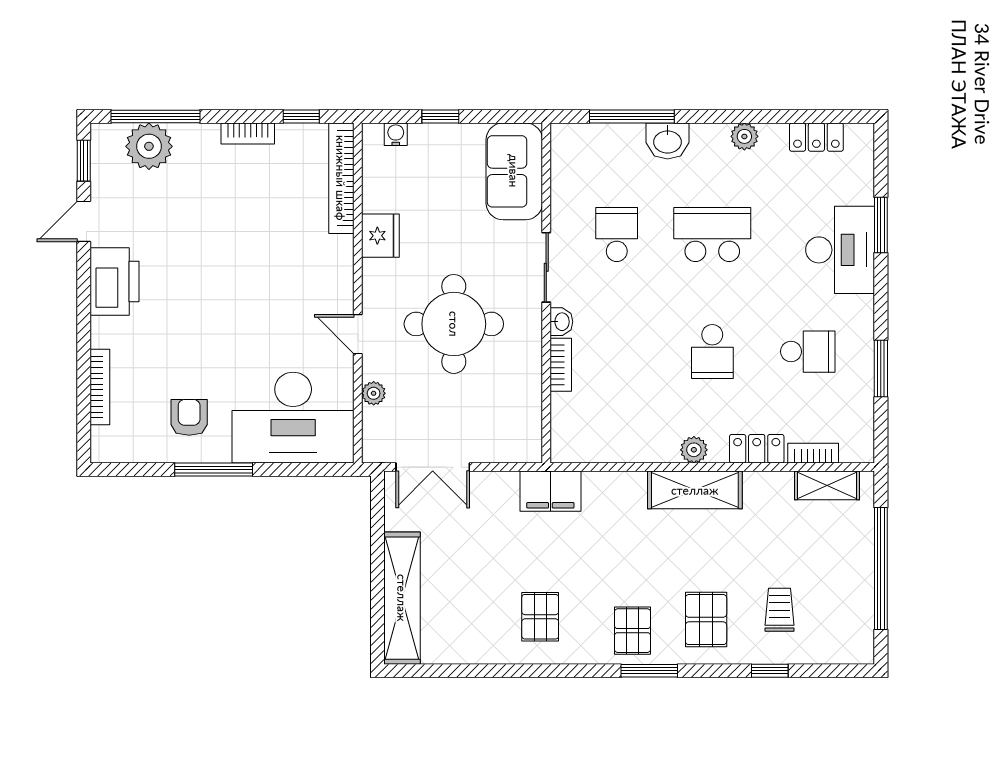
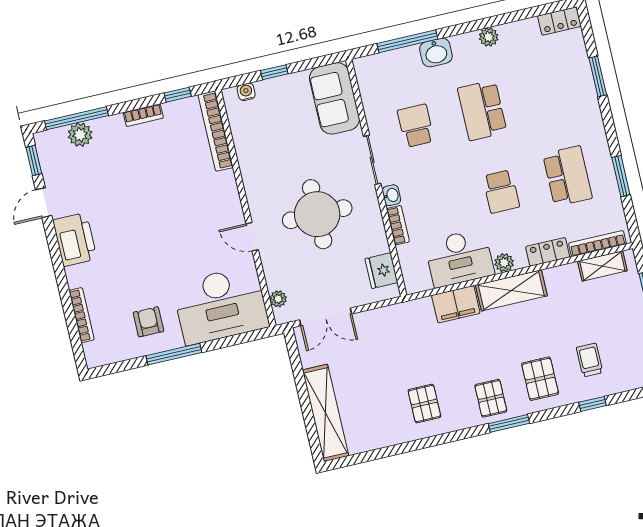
locker: (816, 137) -> (559, 21), moved
plant: (149, 146) -> (80, 135), width x0.73, depth x0.73
school desk: (712, 235) -> (482, 110), turned -90
fridge: (380, 236) -> (381, 271), moved, turned 180
desk: (840, 250) -> (459, 258), moved, turned 90
school desk: (808, 352) -> (567, 176), width x1.85
plant: (374, 393) -> (278, 299), moved
bookcase: (813, 453) -> (597, 243), width x1.56
filing cabinet: (550, 491) -> (456, 304), moved

